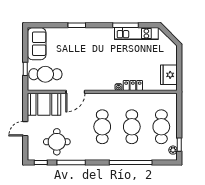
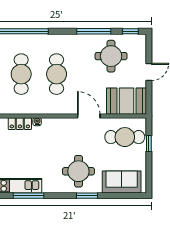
sofa: (37, 44) -> (122, 182), moved, turned 90
round table: (84, 46) -> (78, 171), added
door: (75, 92) -> (89, 116), hinge flipped

